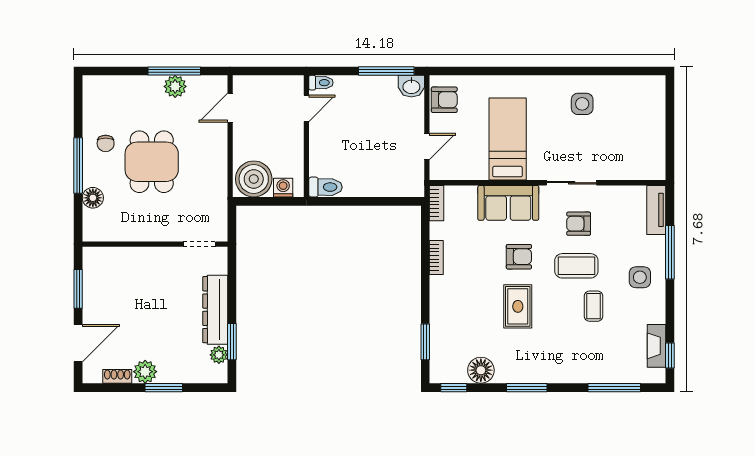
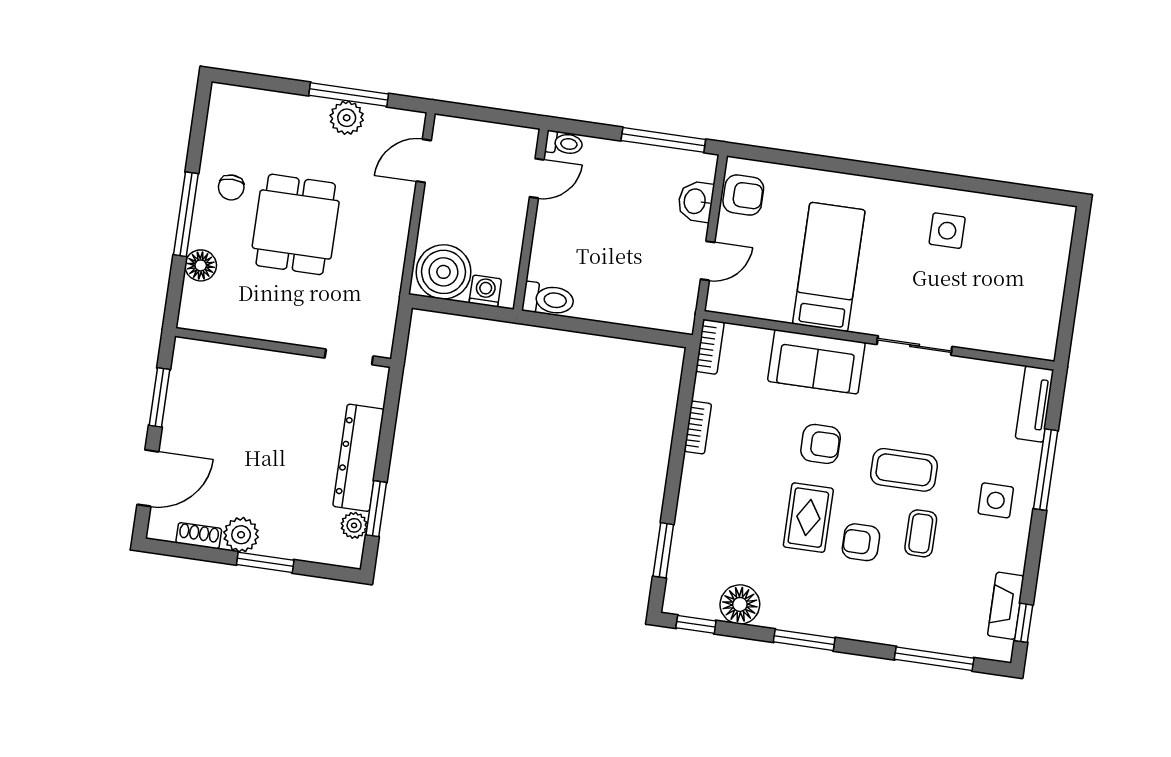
washbasin: (411, 86) -> (696, 201), moved, turned 90
armchair: (579, 224) -> (861, 542), moved

